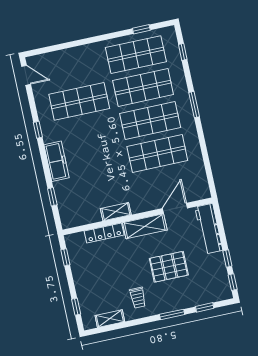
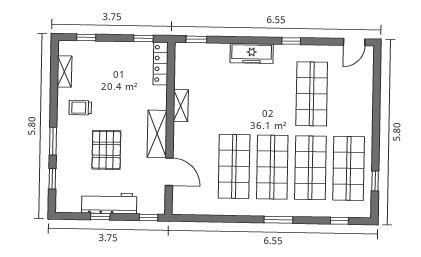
window: (52, 197) -> (196, 39), moved
workbench: (209, 229) -> (109, 203), moved
locker: (104, 233) -> (161, 63), moved
window: (233, 282) -> (148, 217), moved

